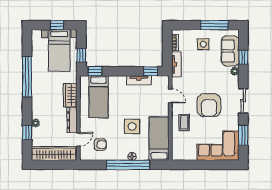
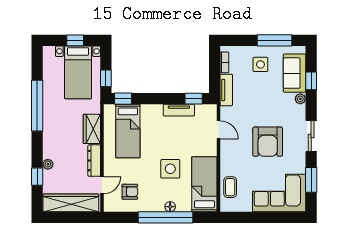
coffee table: (184, 122) -> (230, 187), moved

